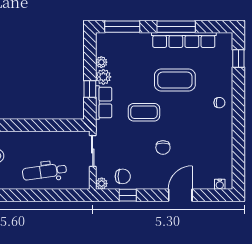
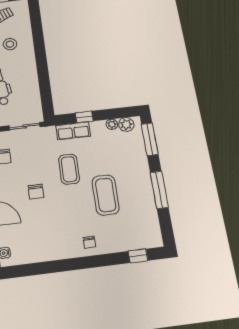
row of seats: (184, 40) -> (147, 199), removed
plant: (103, 77) -> (126, 124), moved
chair: (163, 148) -> (36, 192), turned -90

